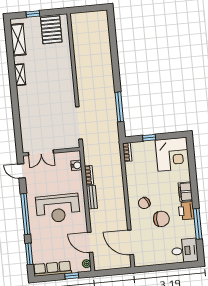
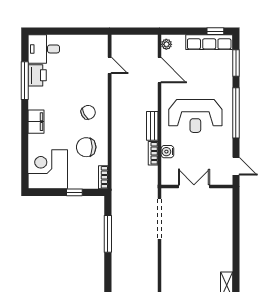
double door: (41, 153) -> (194, 186), moved
water cooler: (76, 165) -> (167, 152), moved
reception desk: (58, 208) -> (195, 116), turned 180
printer: (186, 211) -> (37, 75), moved
chair: (161, 219) -> (86, 147), moved
door: (131, 242) -> (110, 65), width x0.53
window: (72, 276) -> (215, 31), moved

